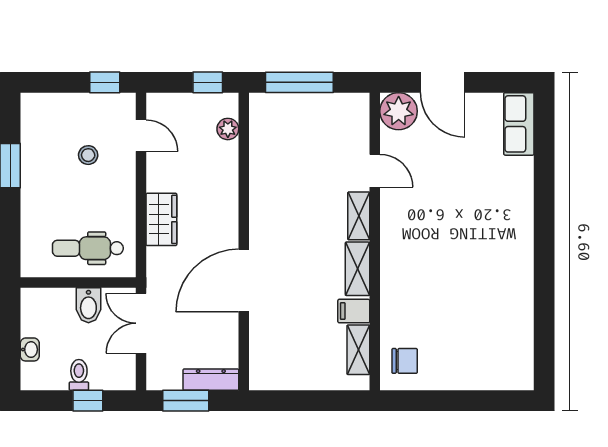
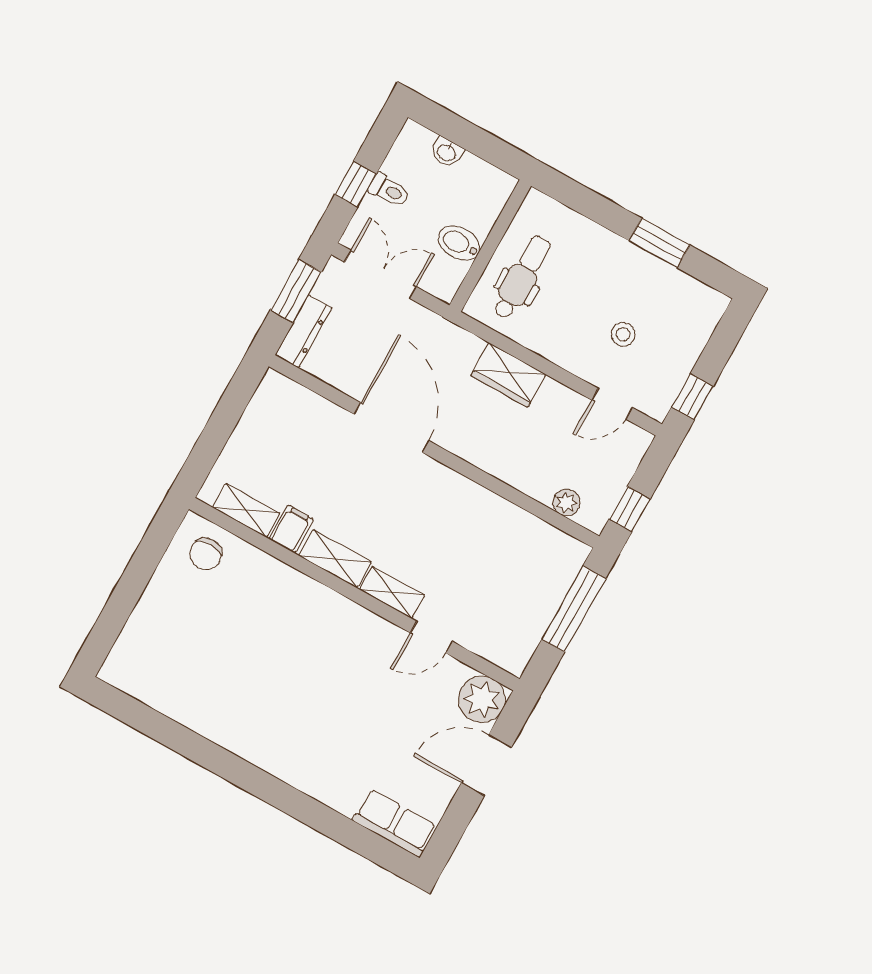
double door: (141, 323) -> (380, 274), moved

